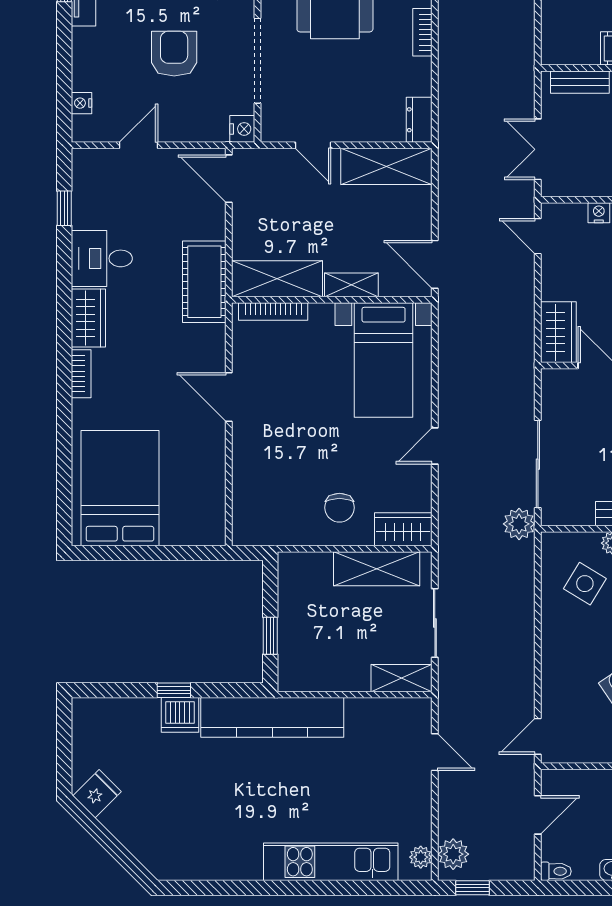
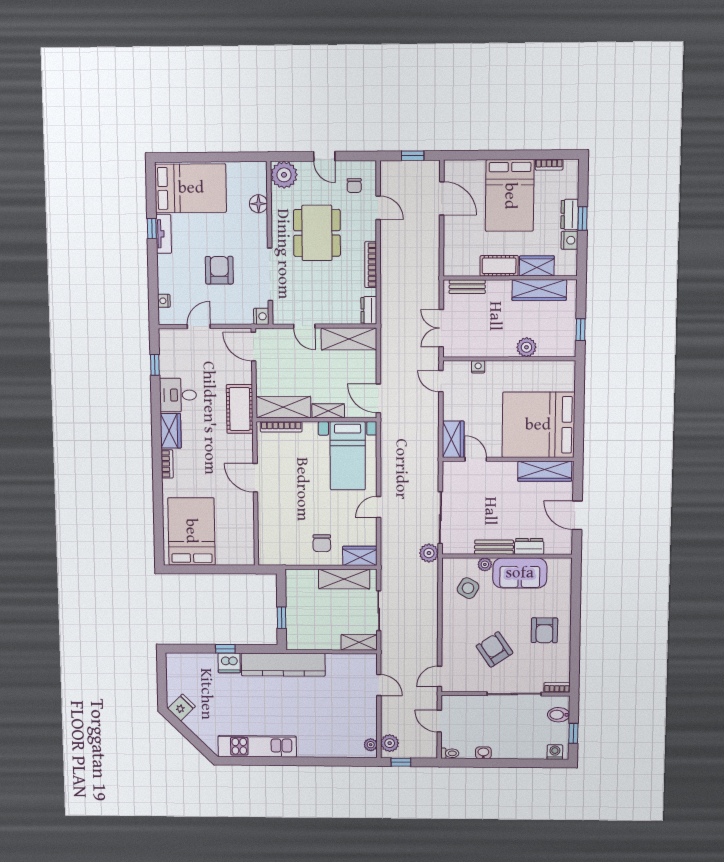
bookcase: (422, 32) -> (371, 265), width x1.56
door: (538, 815) -> (439, 721), swing flipped
kitchen unit: (331, 862) -> (257, 746), moved

